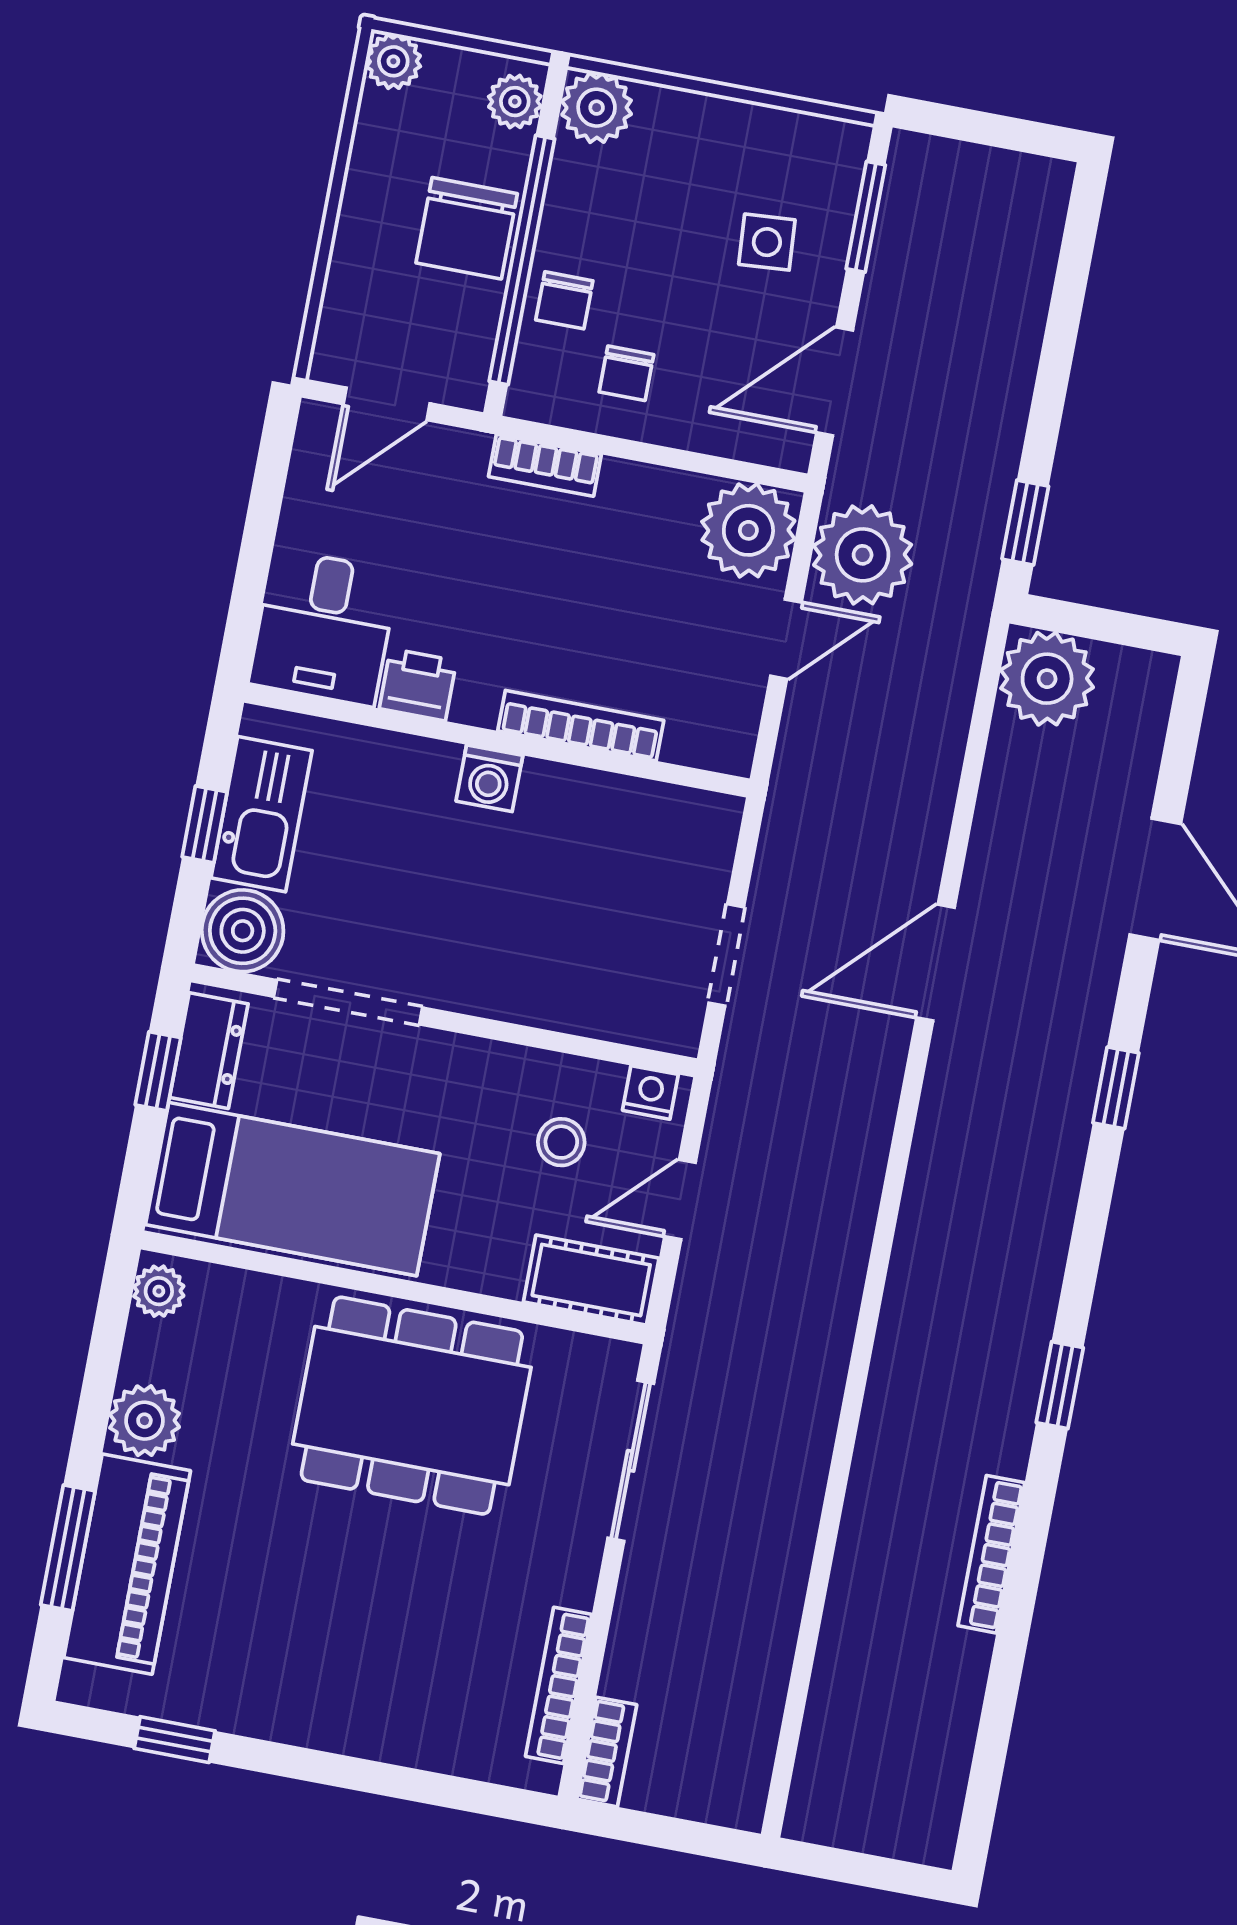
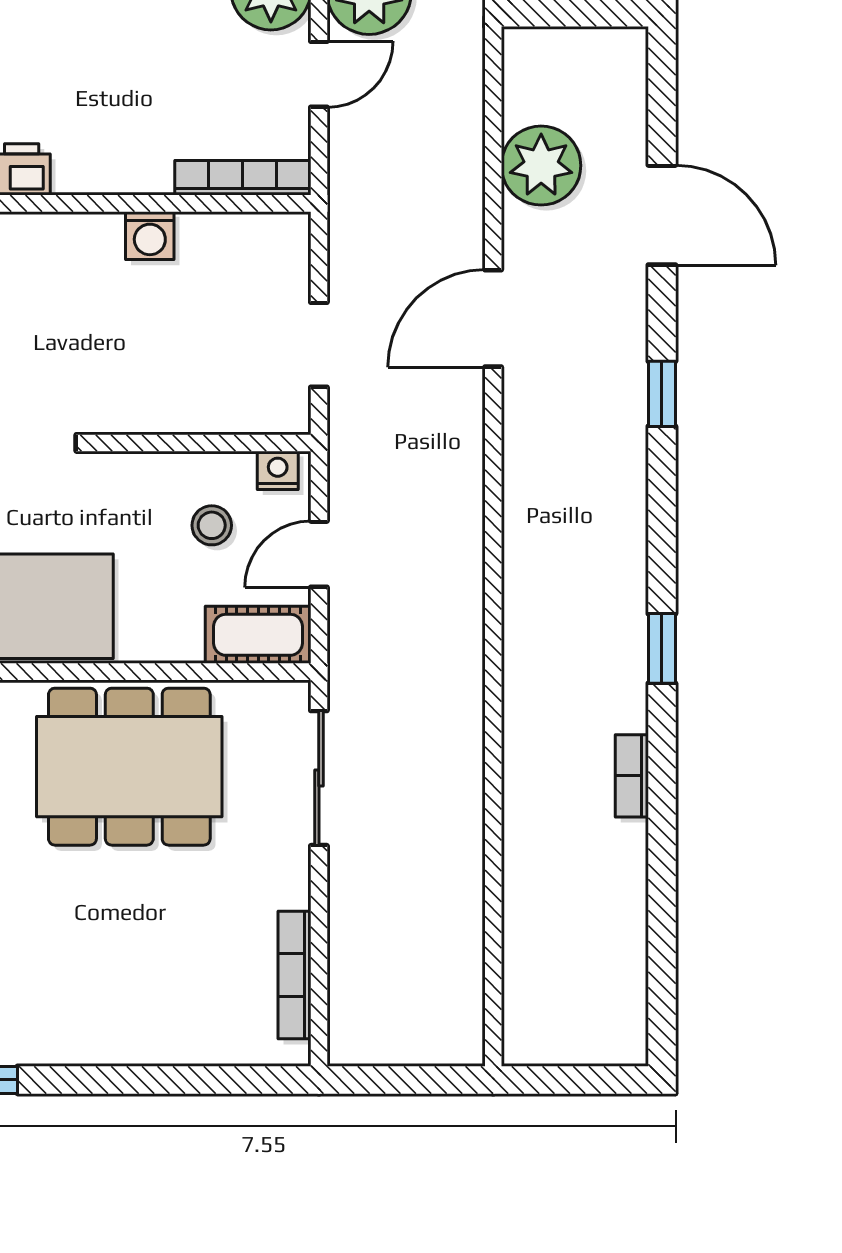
plant: (1047, 679) -> (541, 166), moved
bookcase: (581, 726) -> (243, 178), moved
washing machine: (489, 778) -> (150, 236), moved
bookcase: (991, 1554) -> (632, 776), width x0.64
bookcase: (607, 1752) -> (345, 1023), removed

